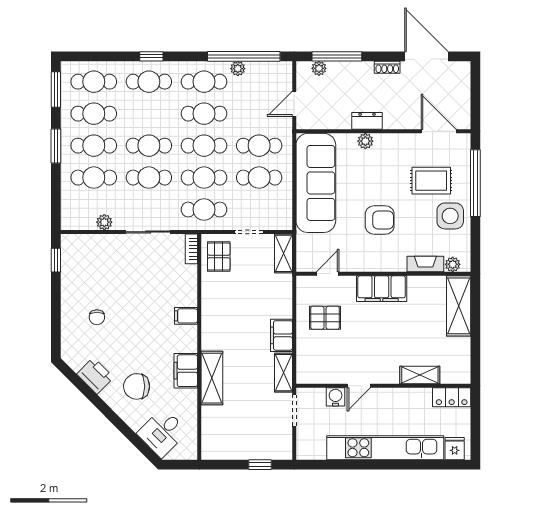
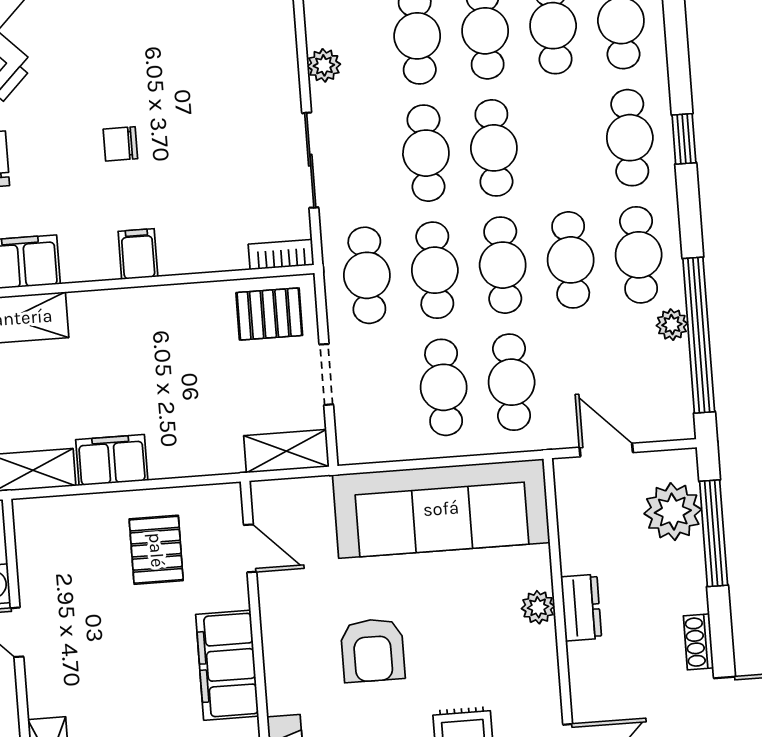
plant: (319, 68) -> (673, 512), width x1.88, depth x1.88
chair: (97, 317) -> (120, 144), moved

